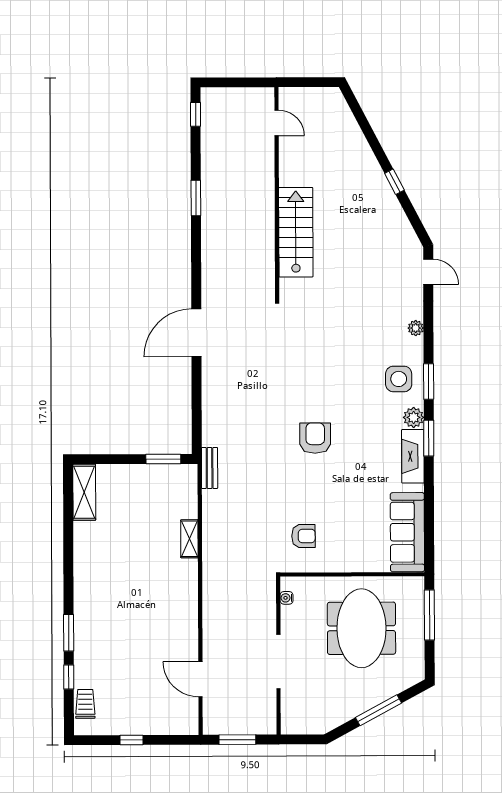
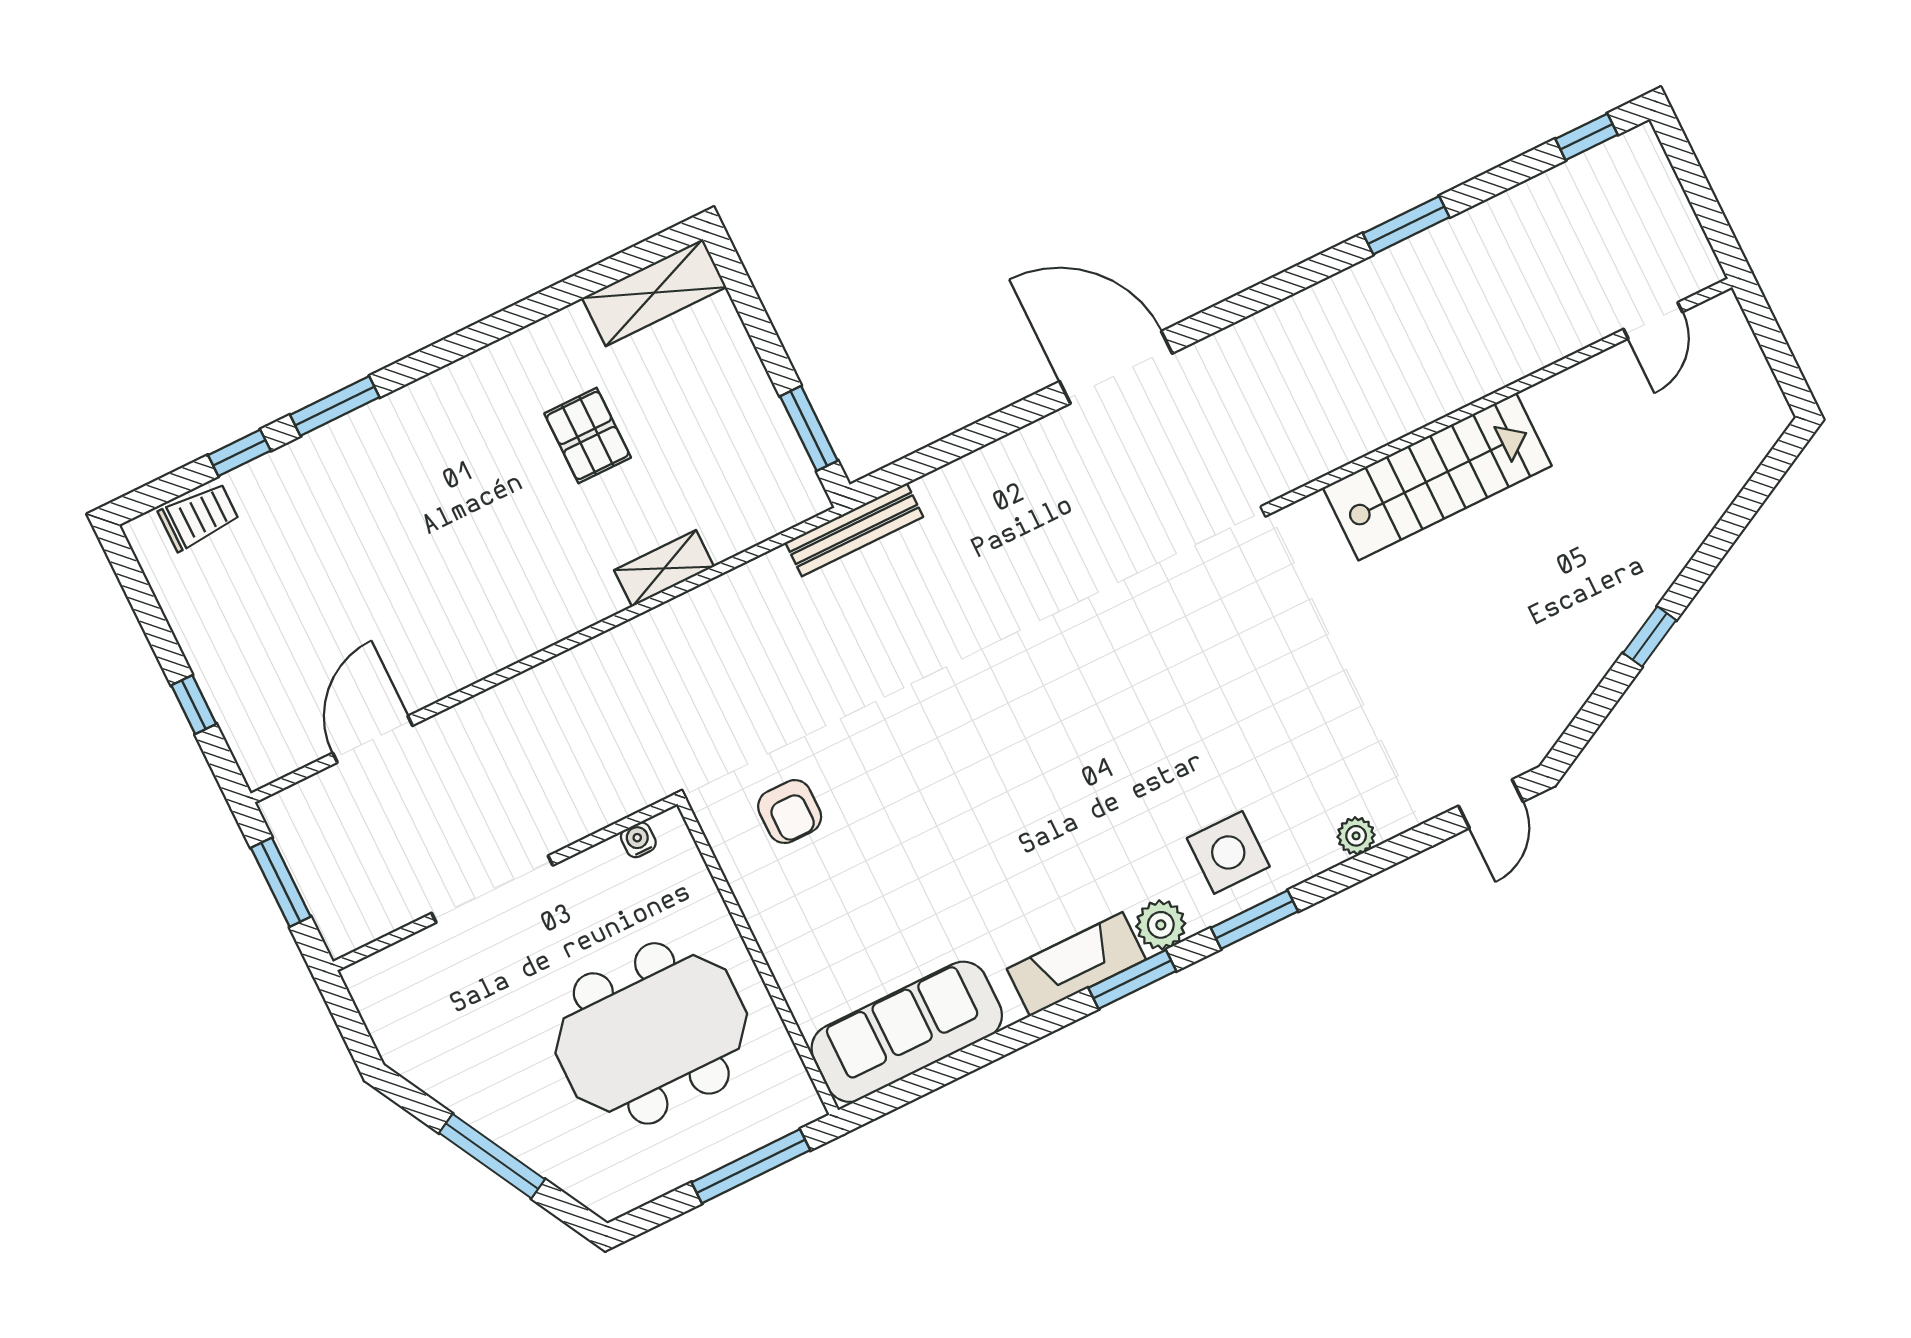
armchair: (315, 438) -> (1013, 734), removed
bench: (210, 468) -> (854, 530), width x1.36
pallet: (126, 543) -> (588, 436), added
window: (131, 740) -> (194, 705), moved

